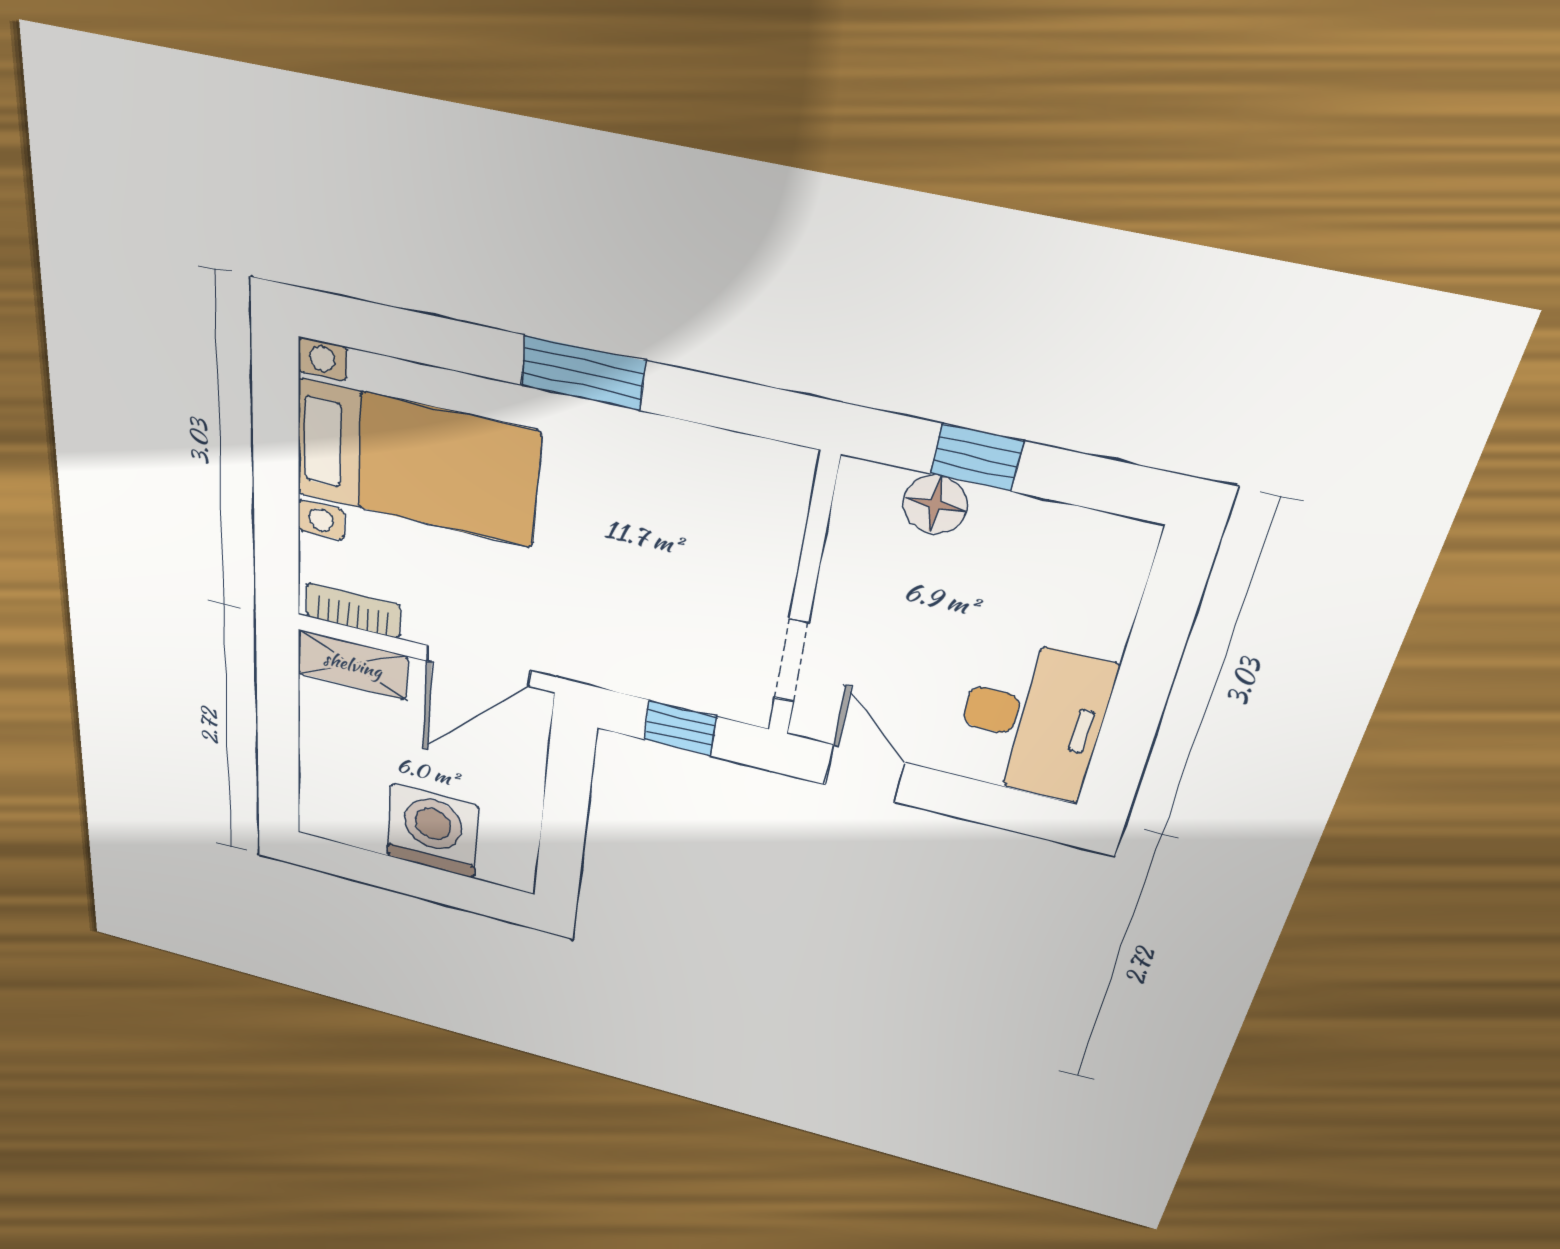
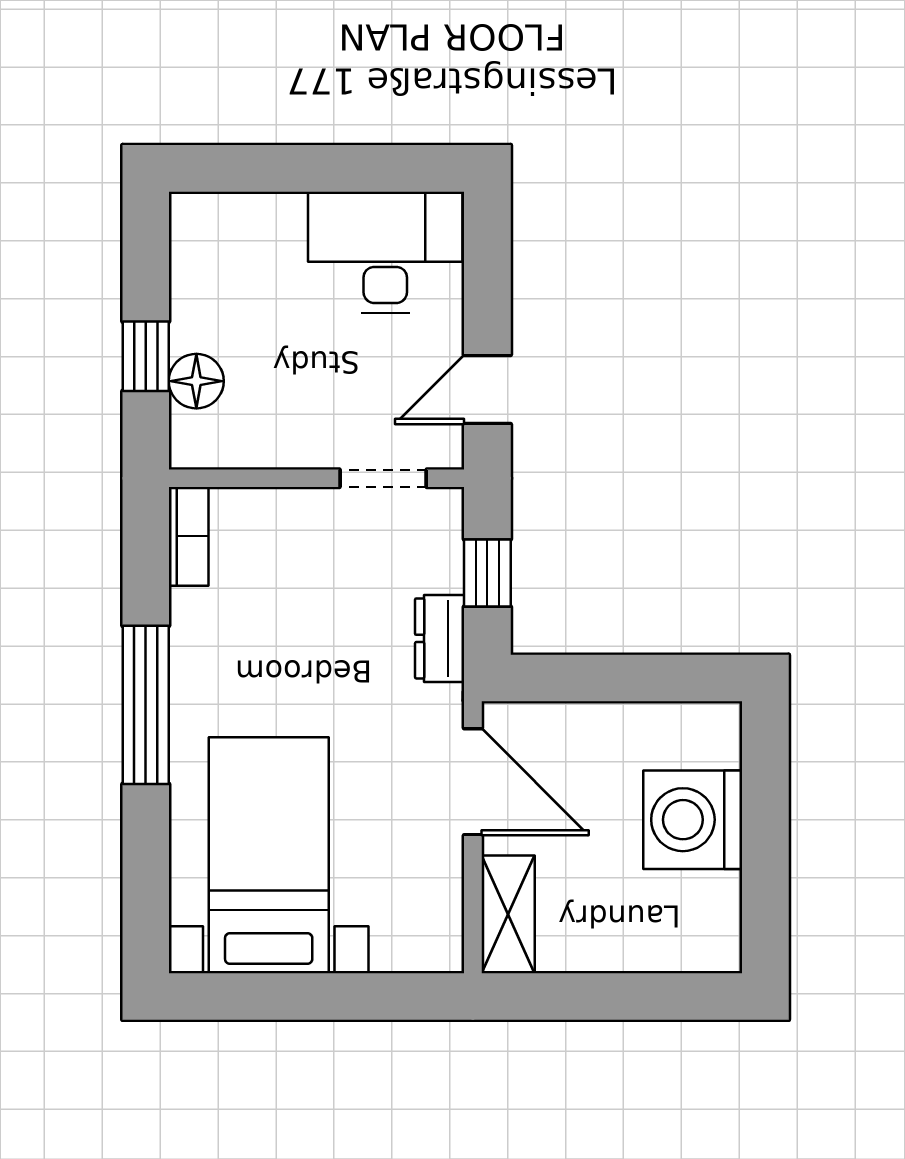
window: (583, 373) -> (146, 705), width x1.44
bookcase: (353, 611) -> (189, 536), moved, turned 180
dresser: (620, 671) -> (440, 638), added

